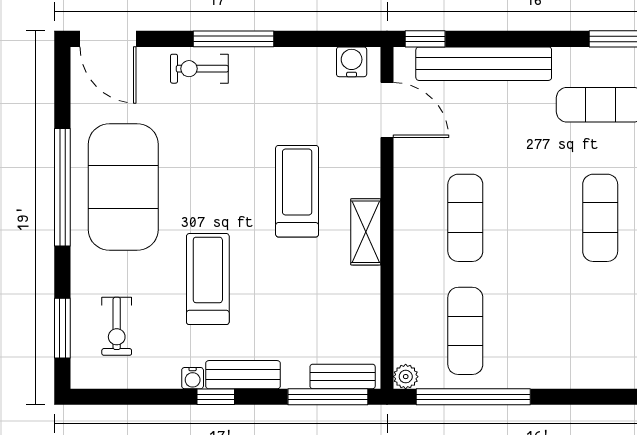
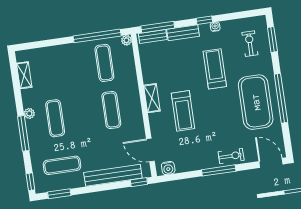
treadmill: (208, 279) -> (215, 69), turned 180
bench: (243, 375) -> (183, 33), moved

